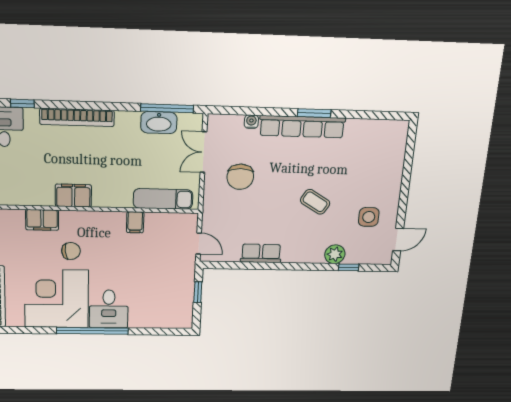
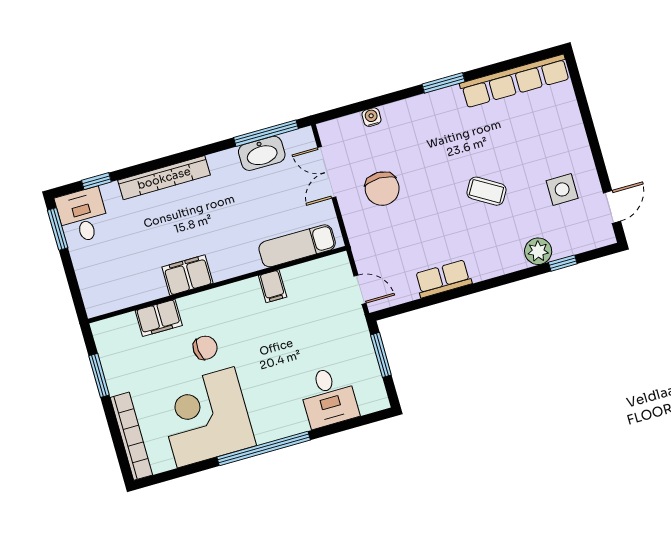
row of seats: (302, 127) -> (515, 81), moved
window: (198, 292) -> (381, 355), width x1.50
desk: (109, 309) -> (329, 397), moved

